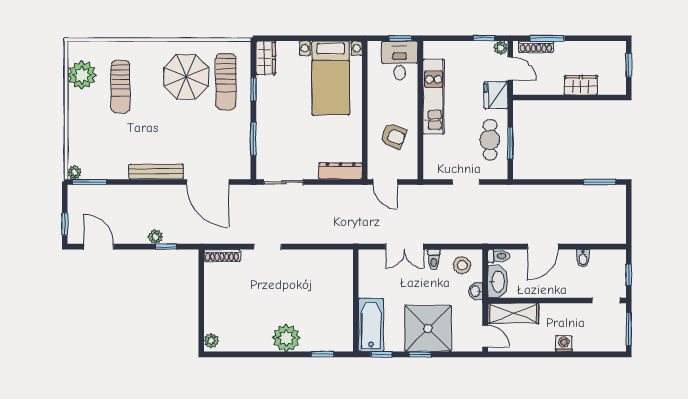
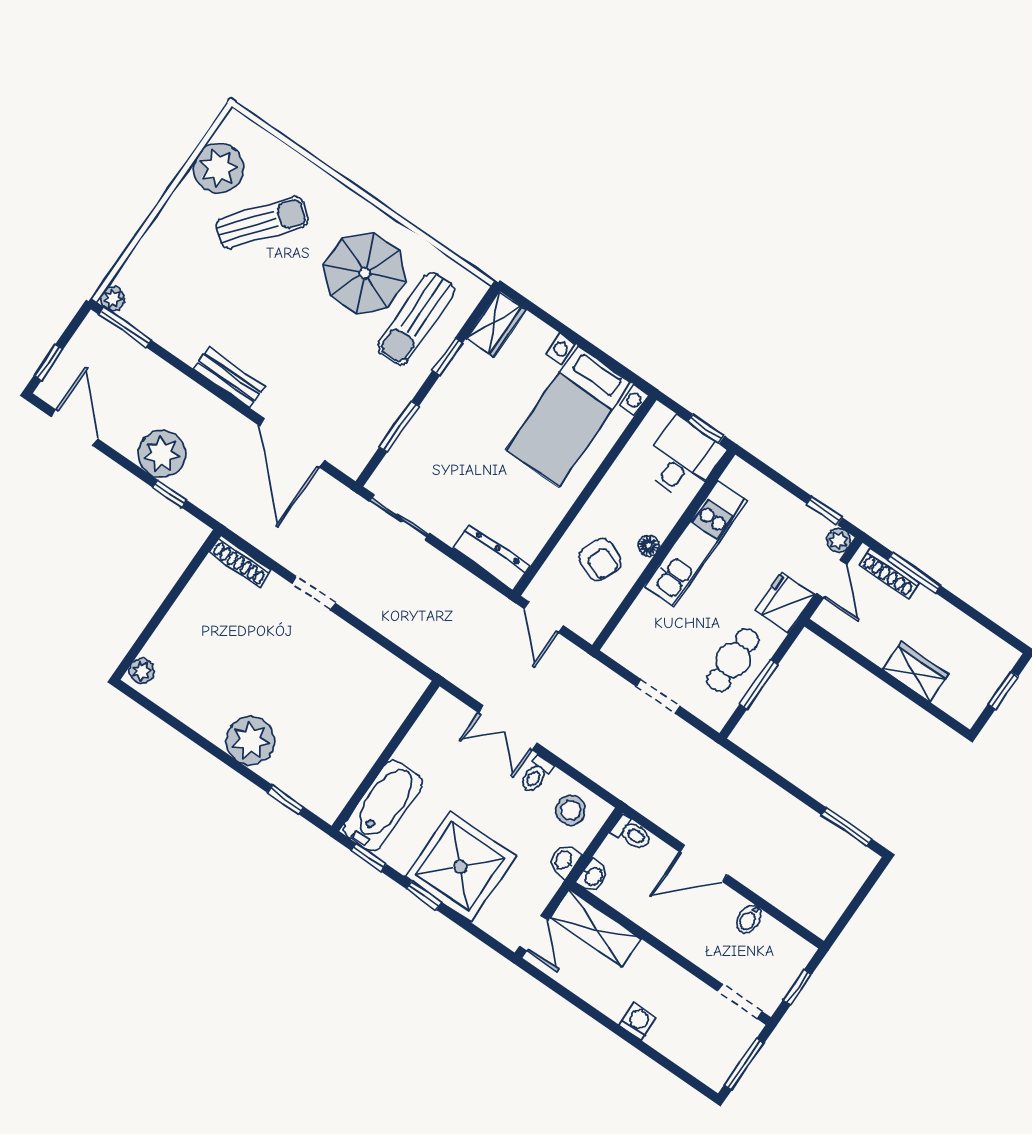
sun lounger: (121, 87) -> (262, 223), turned -141
floor lamp: (412, 113) -> (649, 546), added
bench: (156, 172) -> (229, 378), width x0.73
plant: (155, 237) -> (162, 454), width x1.87, depth x1.87
washbasin: (498, 282) -> (593, 876), width x0.52, depth x0.69

